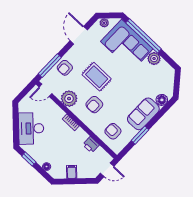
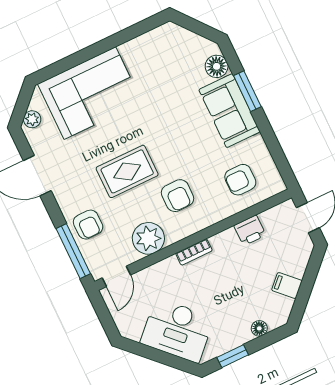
window: (144, 36) -> (84, 55), removed
plant: (154, 59) -> (134, 52), removed
window: (140, 135) -> (247, 91), moved

